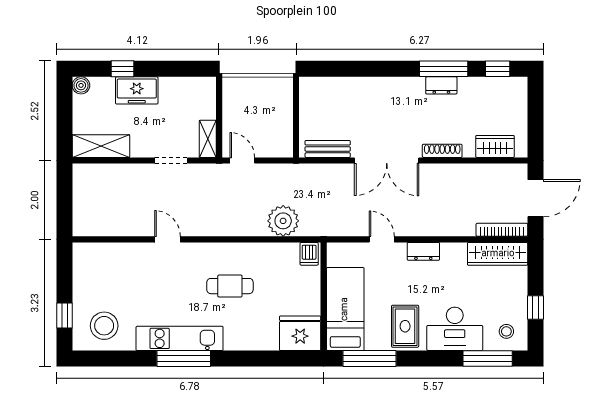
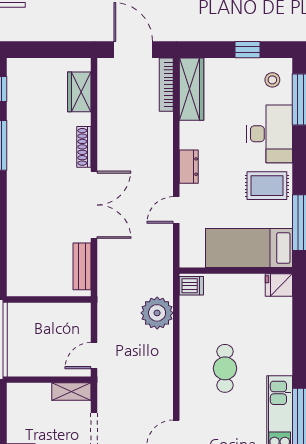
dresser: (441, 85) -> (16, 148), removed
fridge: (300, 333) -> (279, 285), width x0.53, depth x0.75

